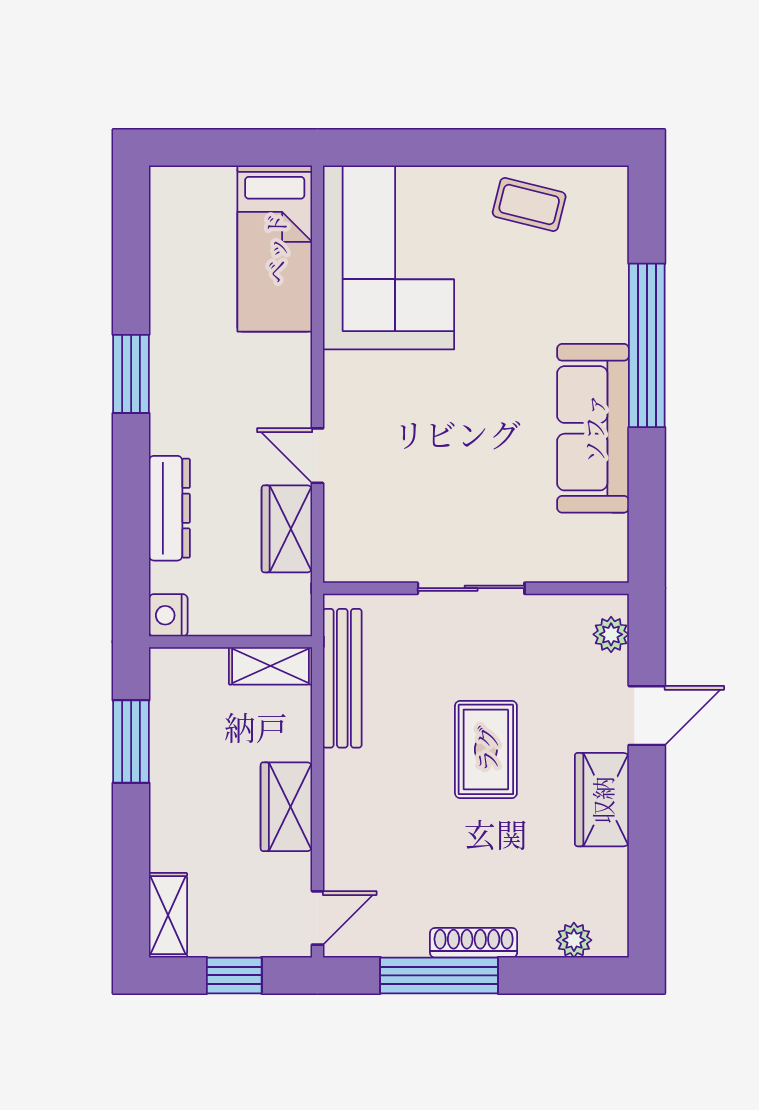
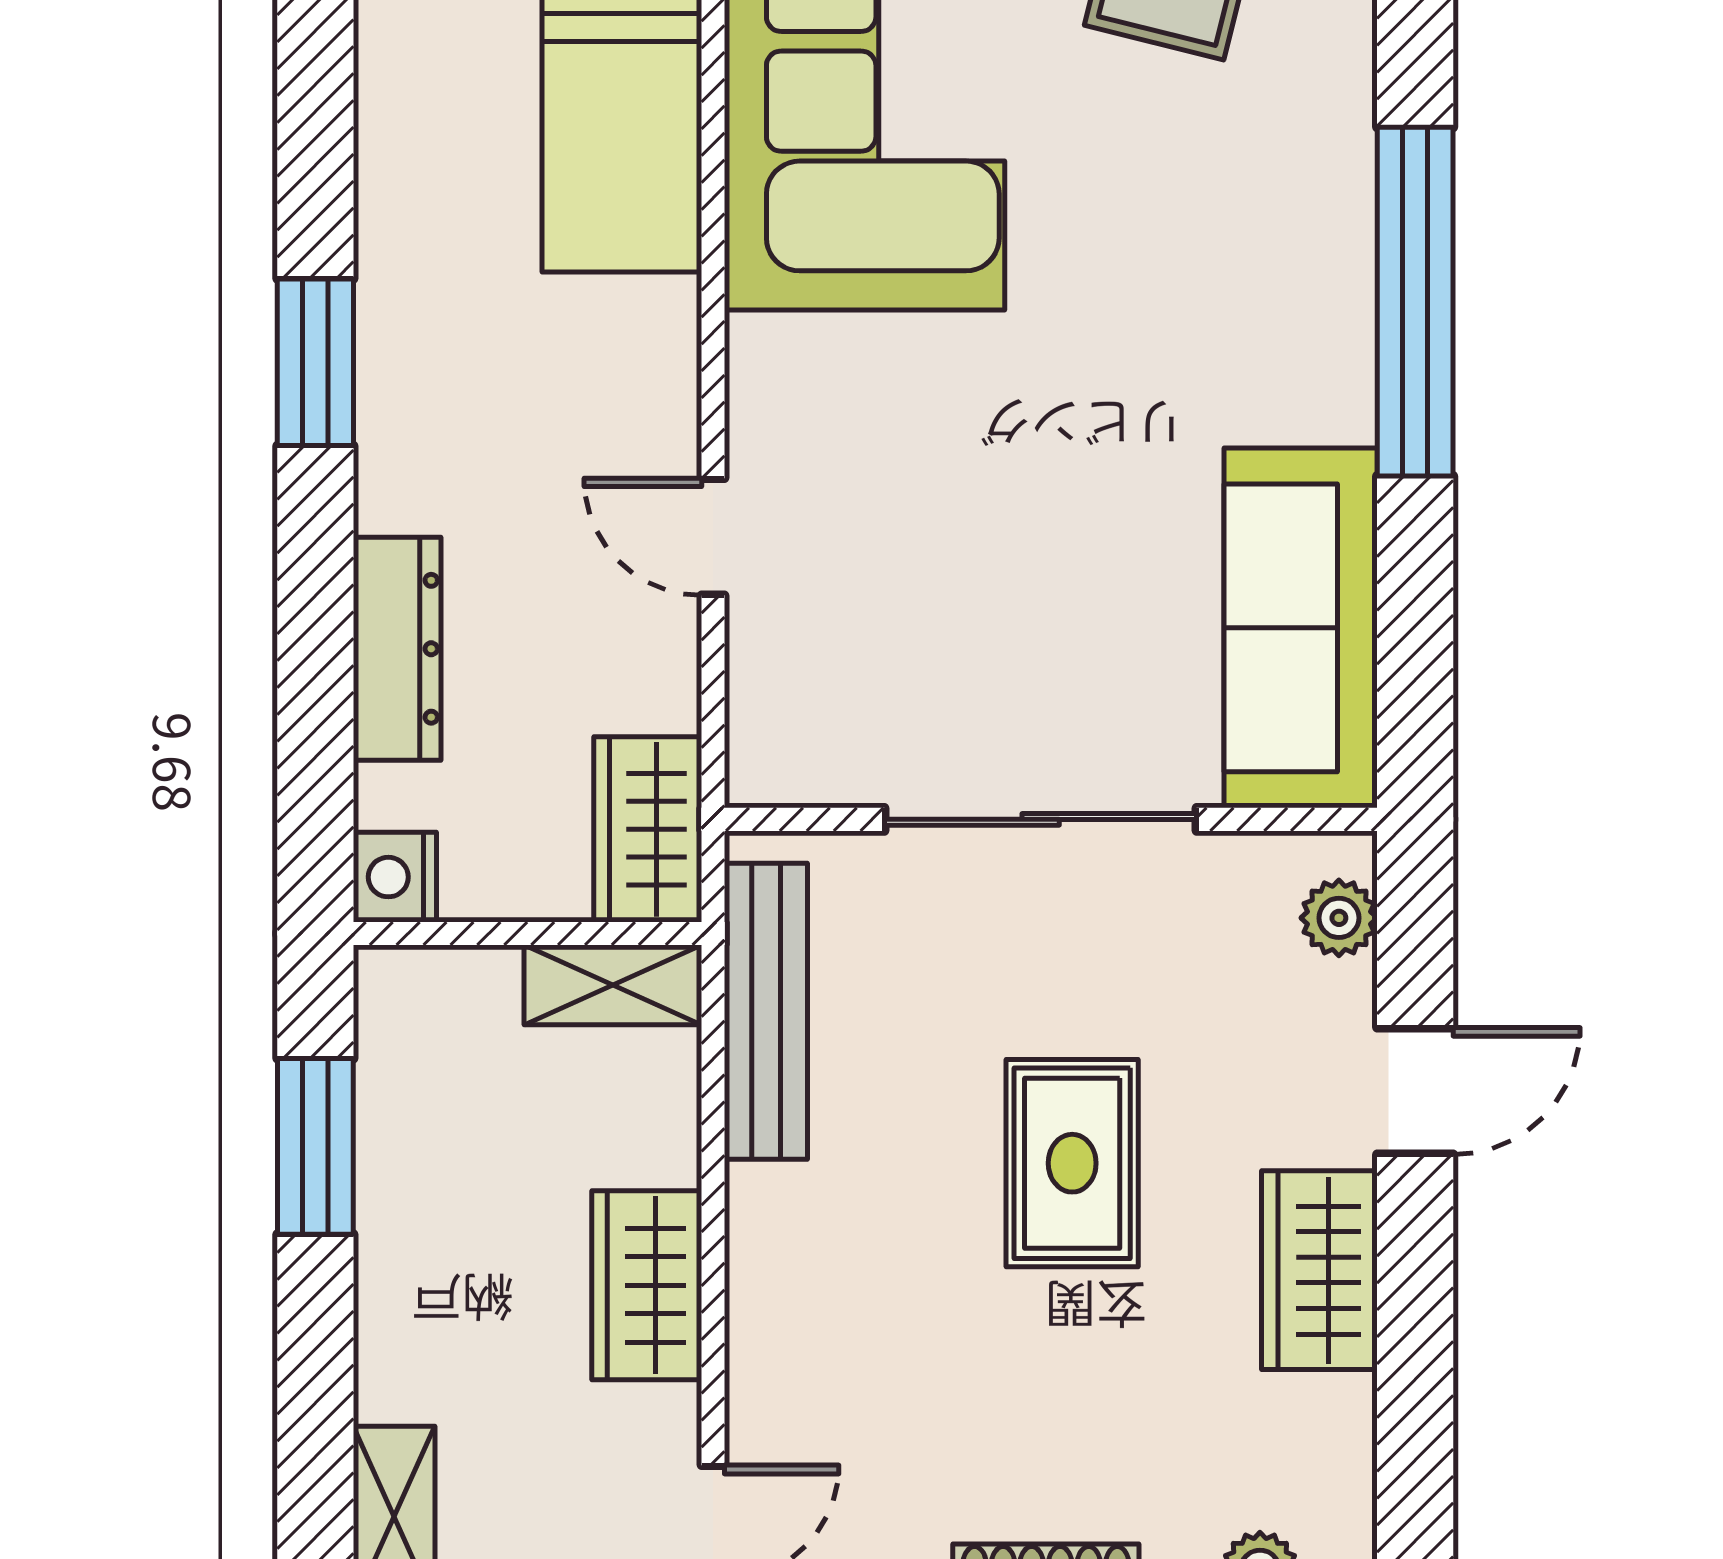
sofa: (593, 428) -> (1301, 628), moved
wardrobe: (287, 529) -> (648, 829), moved
sliding door: (471, 588) -> (1041, 819), width x1.37

